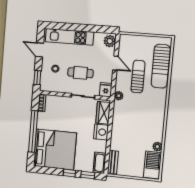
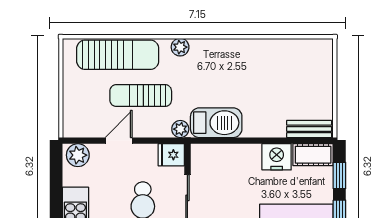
wardrobe: (103, 113) -> (216, 156), removed
nightstand: (101, 132) -> (277, 157), moved
plant: (157, 147) -> (180, 47), moved
barbecue: (152, 165) -> (216, 123), moved, turned 180

